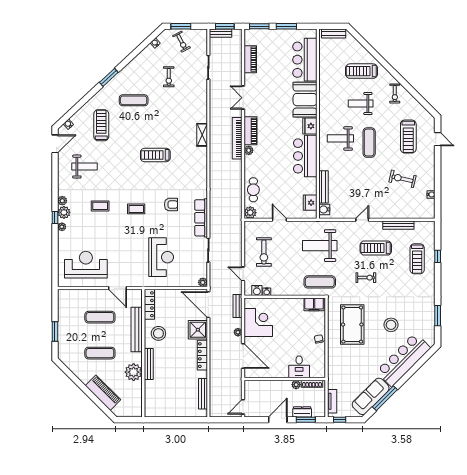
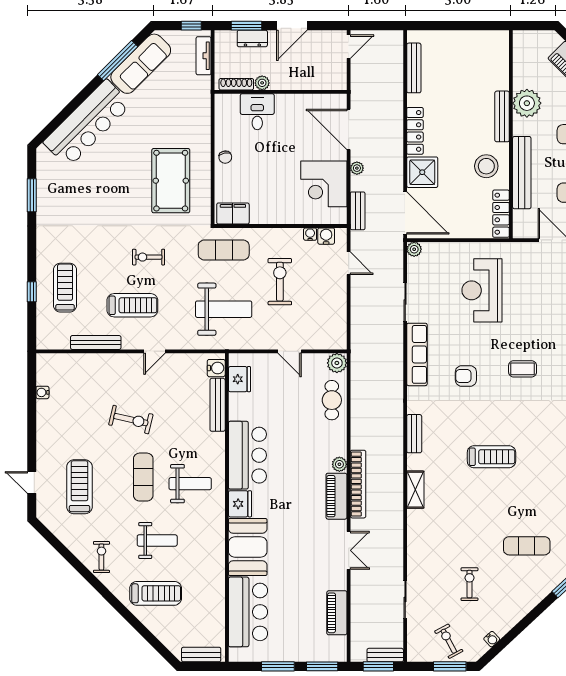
bench: (203, 169) -> (414, 434), added
exercise bike: (402, 179) -> (131, 420), moved
exercise bike: (264, 252) -> (280, 282), moved
stool: (391, 325) -> (108, 180), removed

